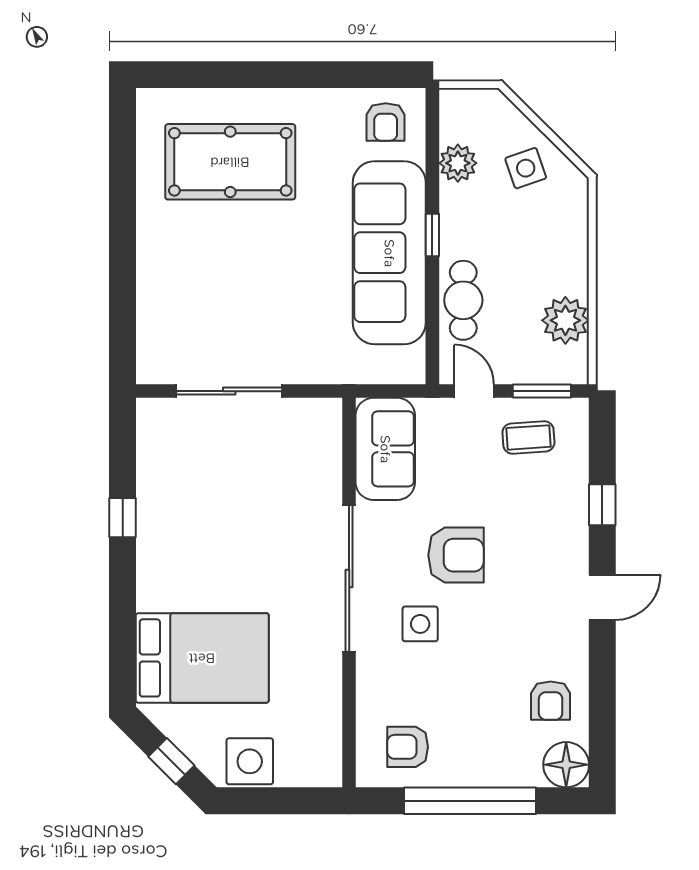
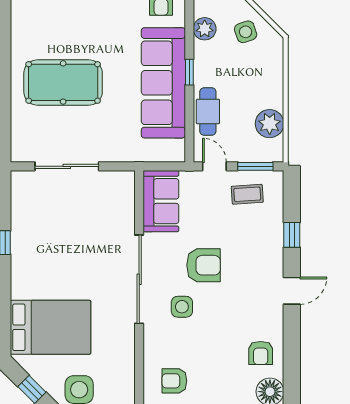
pool table: (230, 162) -> (63, 82), moved

